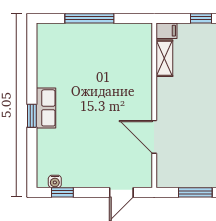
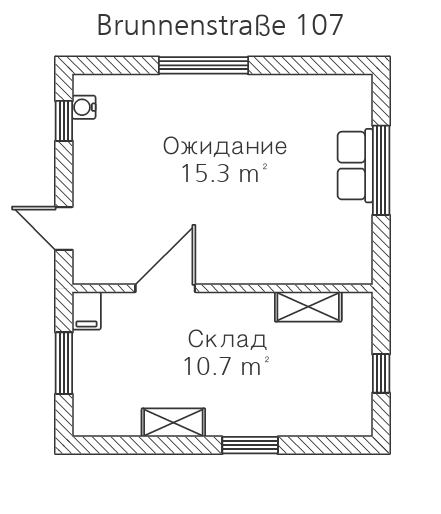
filing cabinet: (166, 31) -> (86, 311), moved
row of seats: (46, 108) -> (355, 166), moved, turned 90
window: (32, 116) -> (203, 65), width x2.17

